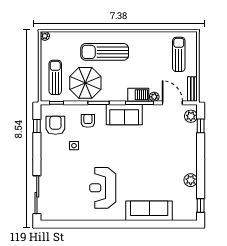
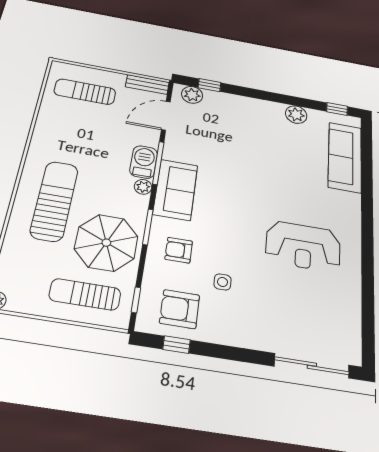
sun lounger: (105, 52) -> (54, 201), turned 180
plant: (154, 97) -> (143, 187), moved
sofa: (149, 211) -> (345, 157), moved

